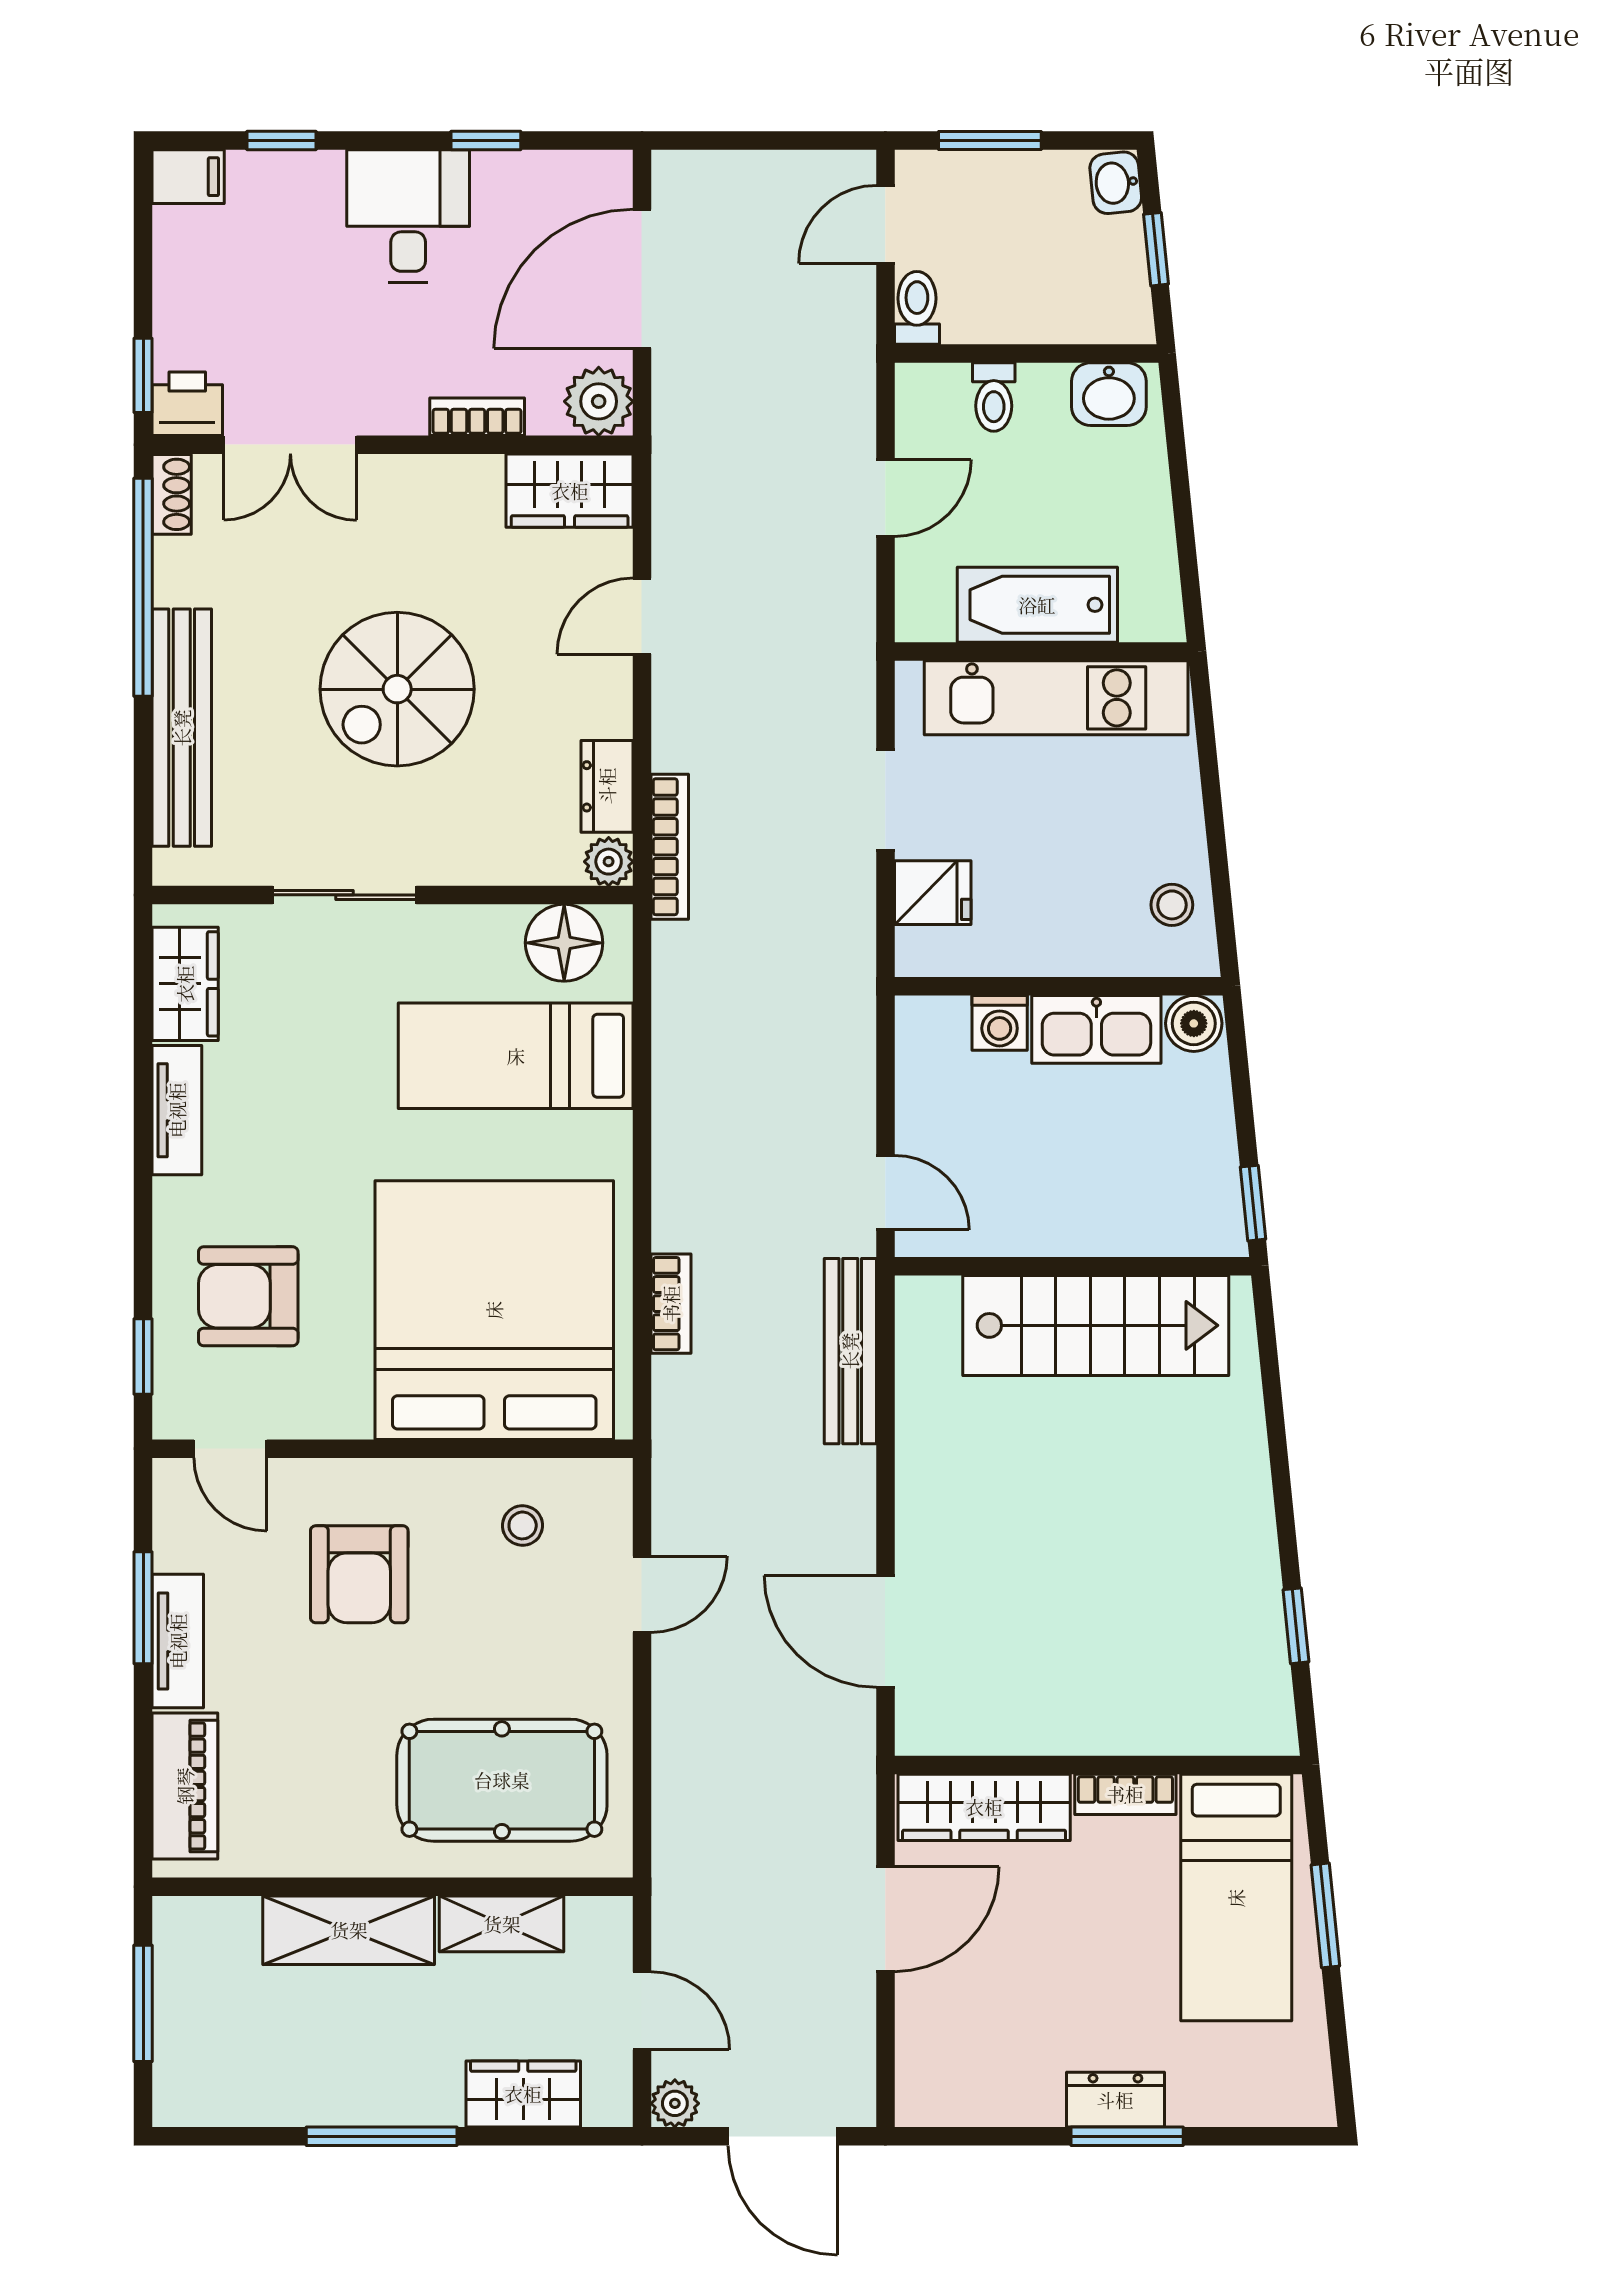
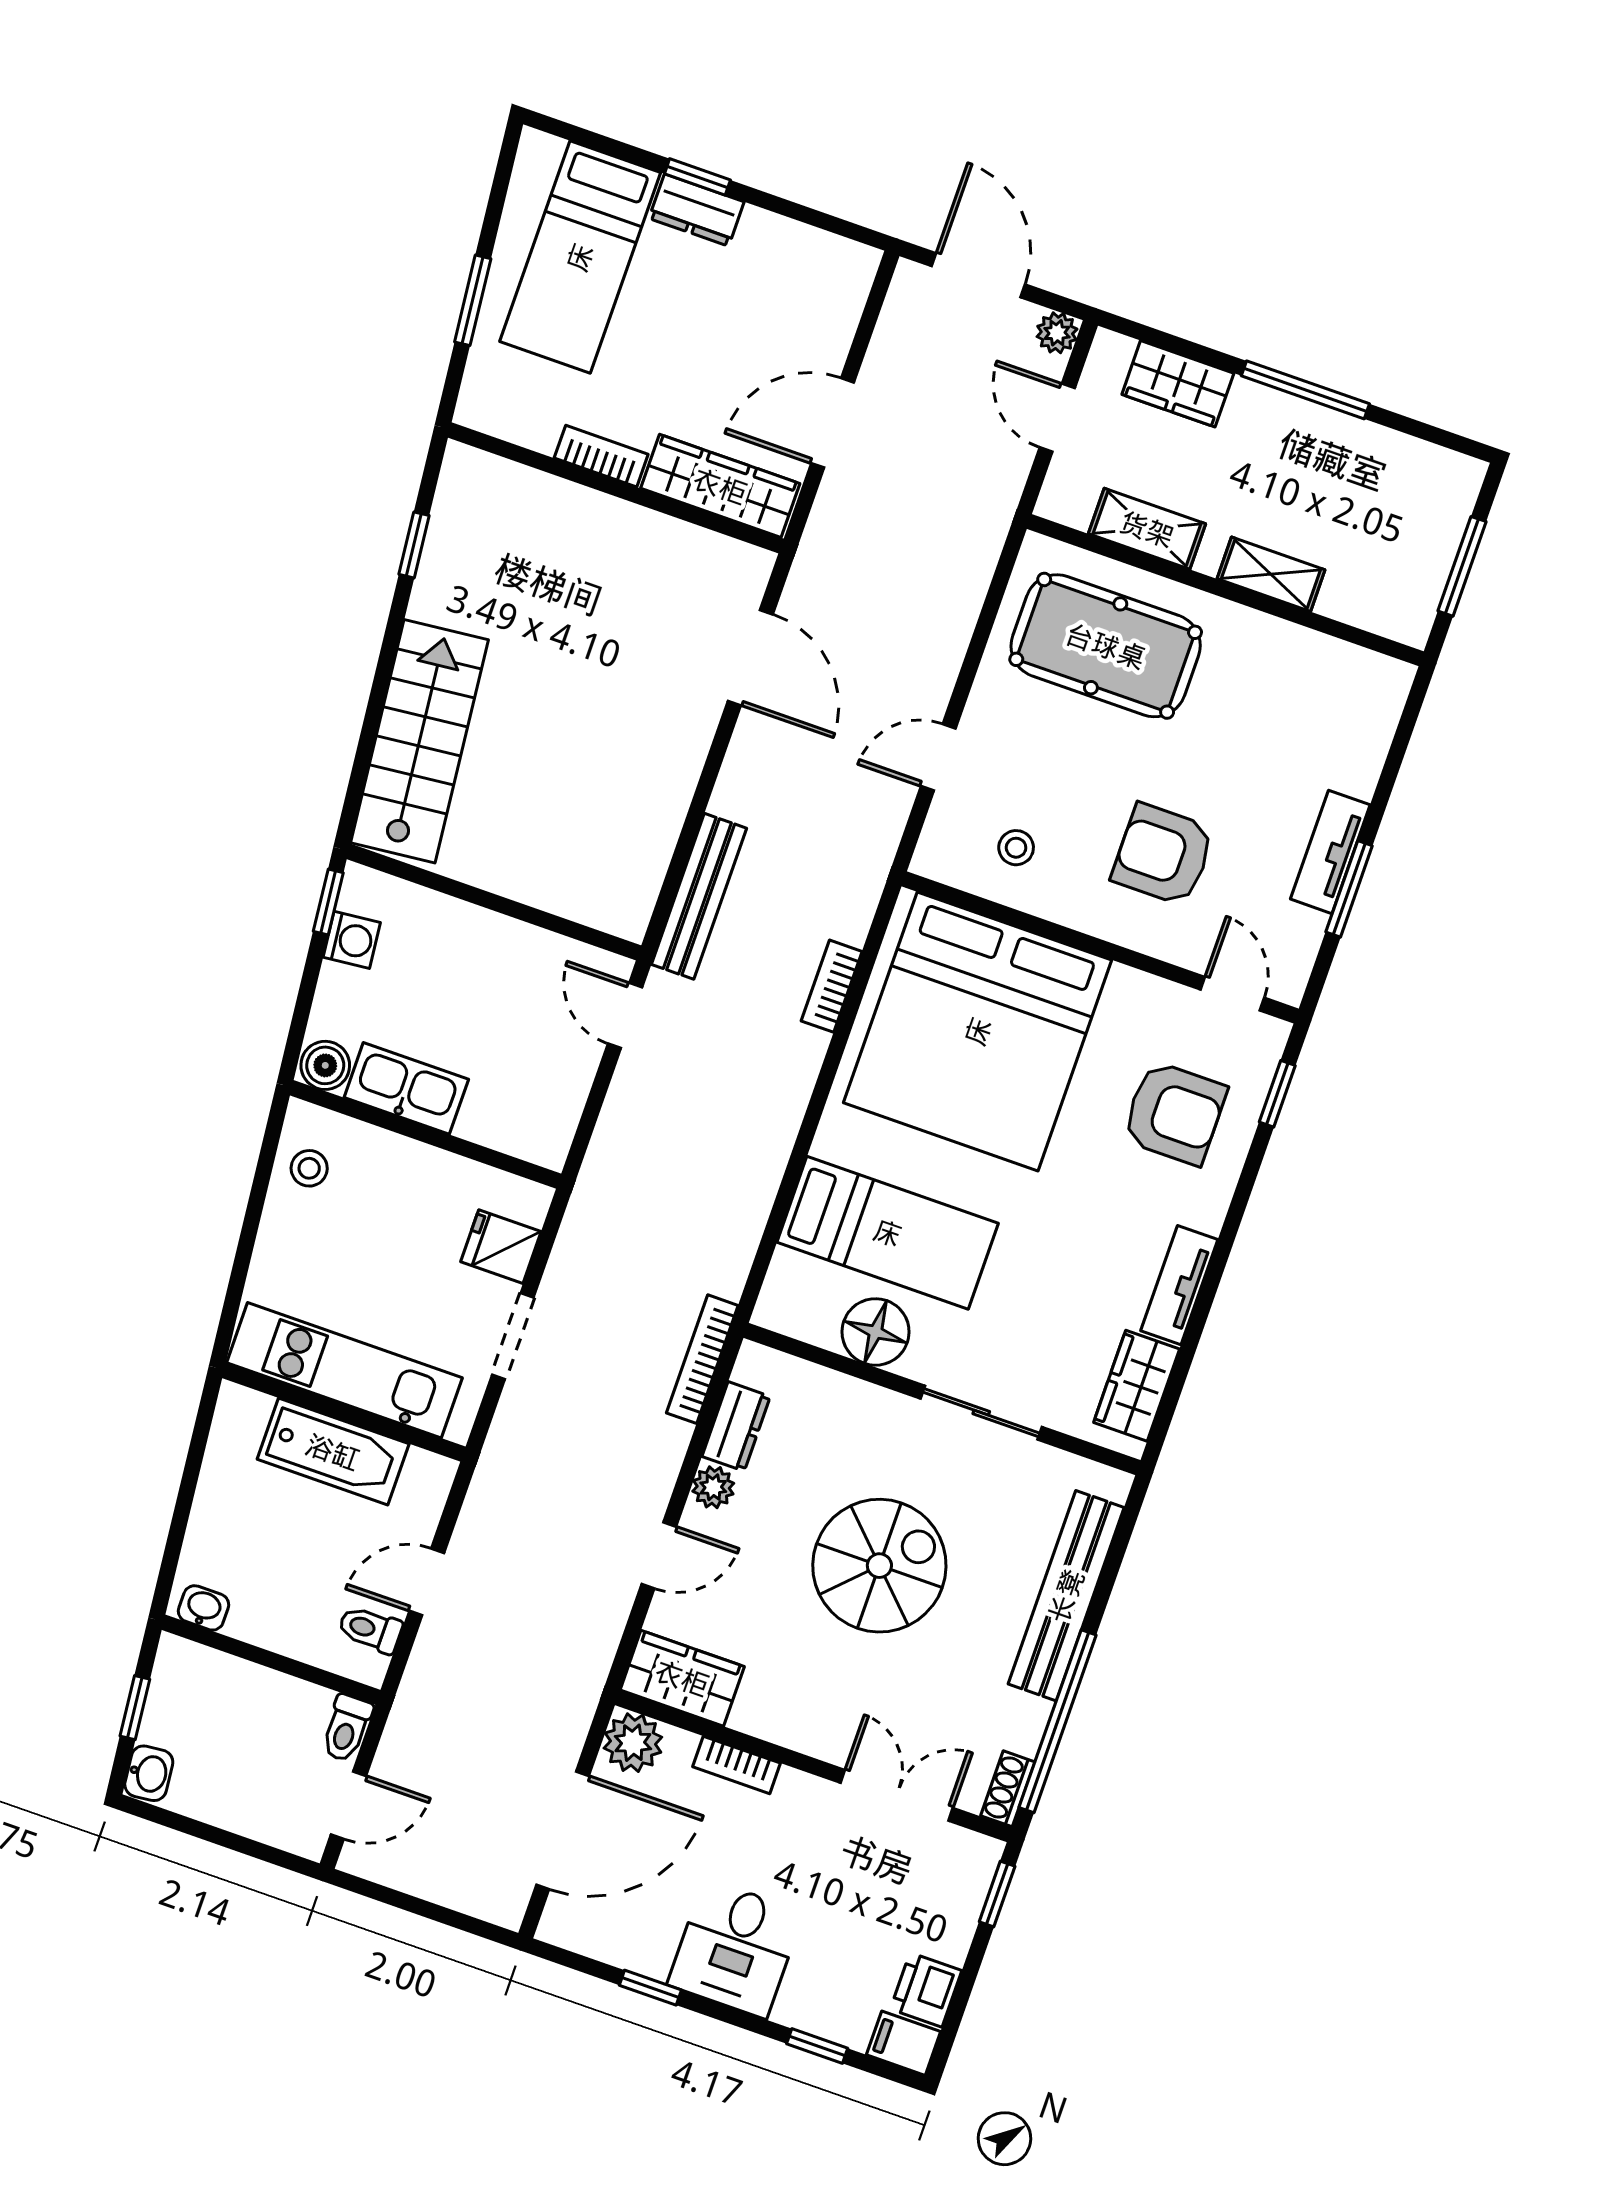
window: (990, 141) -> (239, 1844), removed
washbasin: (1109, 394) -> (204, 1608), width x0.72, depth x0.69
toilet: (994, 397) -> (370, 1629), moved, turned -90
printer: (187, 404) -> (926, 1990), moved, turned 90
plant: (609, 862) -> (713, 1487), moved
floor lamp: (564, 943) -> (876, 1332), moved
washing machine: (1000, 1023) -> (352, 940), moved, turned 84
stairs: (1096, 1325) -> (419, 741), moved, turned 84
armchair: (359, 1574) -> (1163, 855), turned -90
piano: (185, 1786) -> (1366, 732), removed
bed: (1236, 1898) -> (580, 257), moved, turned 180
shelving: (349, 1930) -> (1271, 574), width x0.67, depth x0.75
window: (1127, 2136) -> (697, 177), width x0.67

